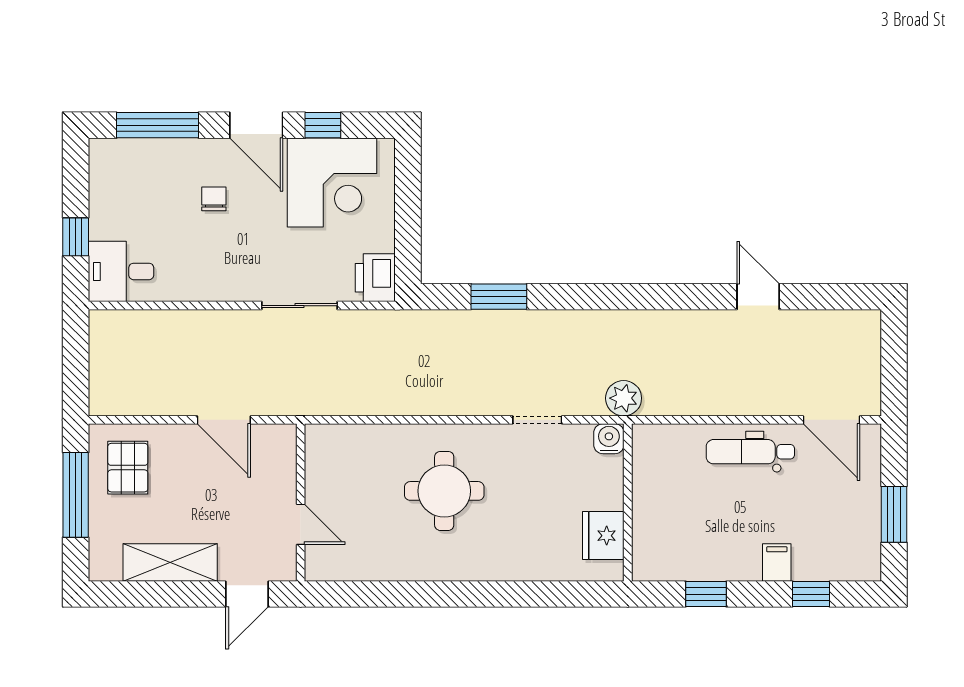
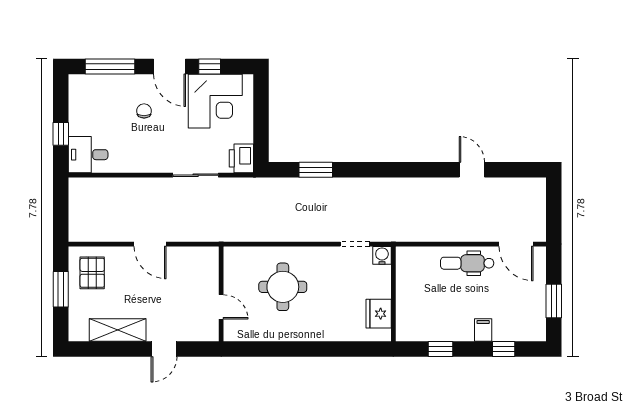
plant: (624, 398) -> (391, 231), removed
doorway: (537, 420) -> (355, 244), moved
window: (76, 495) -> (61, 289), width x0.69
wall: (301, 503) -> (221, 294), moved
door: (301, 524) -> (221, 307), moved

